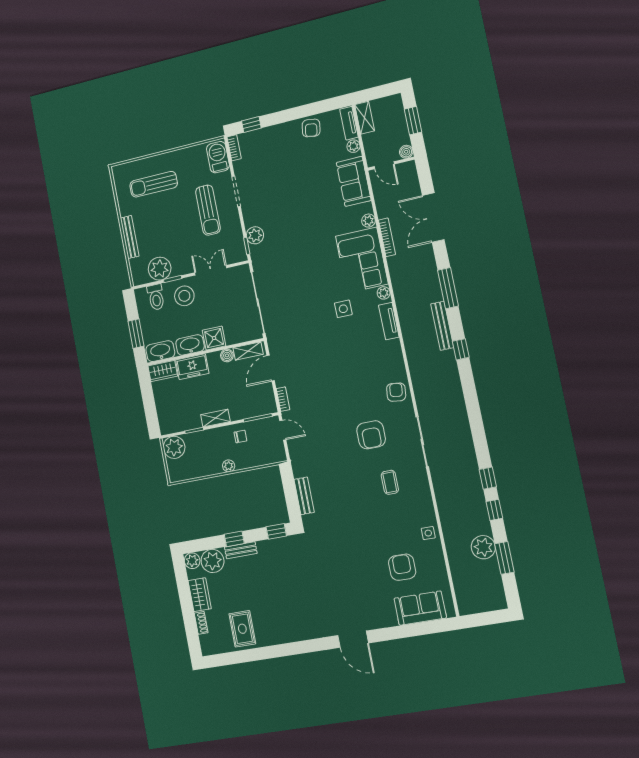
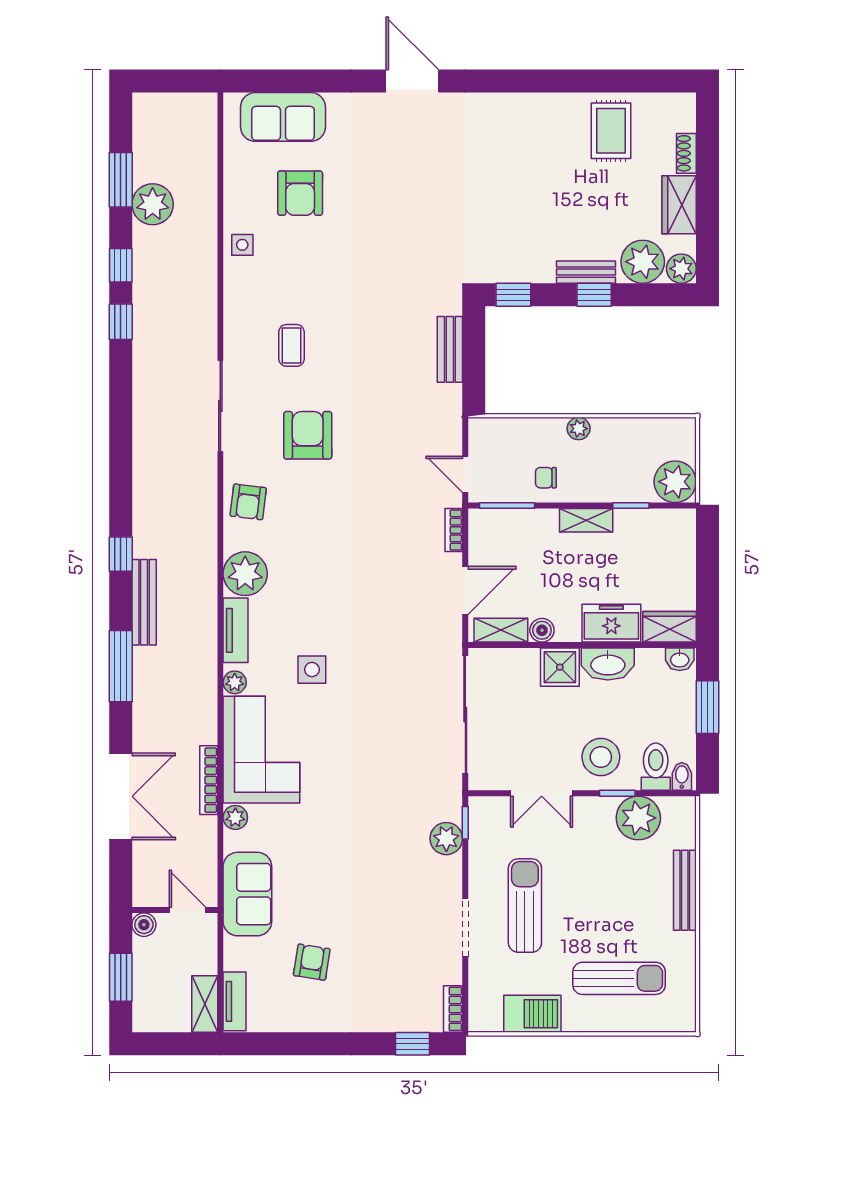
armchair: (311, 128) -> (312, 962), moved
plant: (353, 146) -> (245, 574), moved, width x1.87, depth x1.87
barbecue: (218, 157) -> (532, 1014), moved, turned -90
bidet: (142, 295) -> (682, 776), added
washbasin: (160, 351) -> (680, 659), width x0.52, depth x0.69

